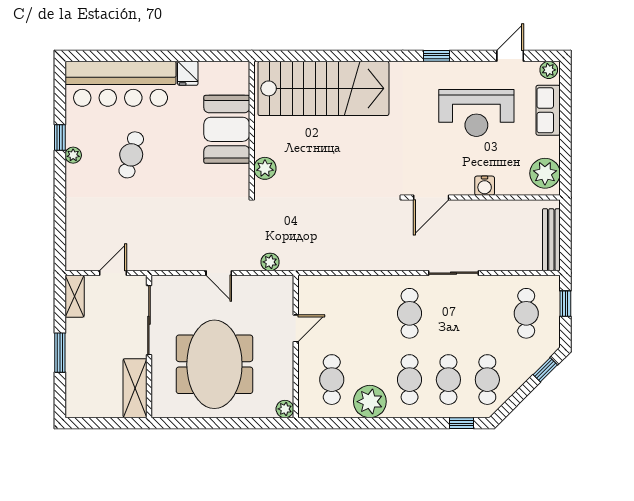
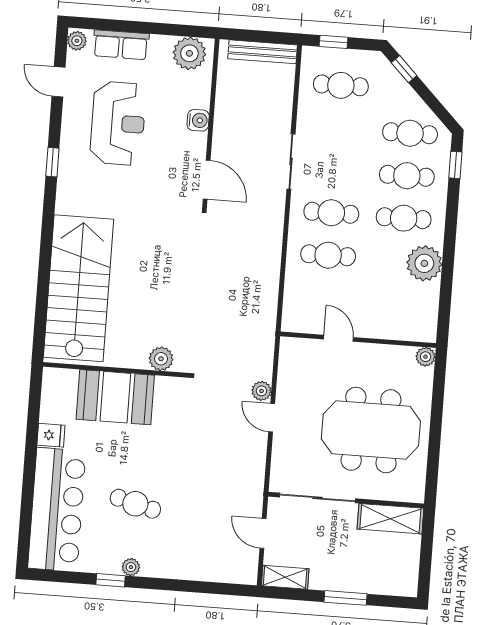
plant: (270, 262) -> (261, 391), moved
door: (219, 273) -> (272, 418), swing flipped
cafe table: (332, 380) -> (328, 255), moved

